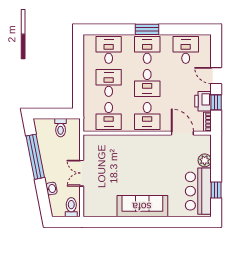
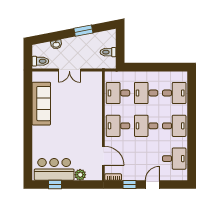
window: (147, 29) -> (192, 126), removed
desk: (109, 83) -> (146, 93), turned 180
printer: (203, 101) -> (131, 173), removed
door: (182, 133) -> (103, 156), hinge flipped
window: (35, 157) -> (83, 31), width x0.47
double door: (82, 173) -> (69, 70), swing flipped
sofa: (142, 206) -> (41, 104), moved

